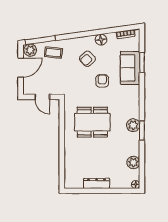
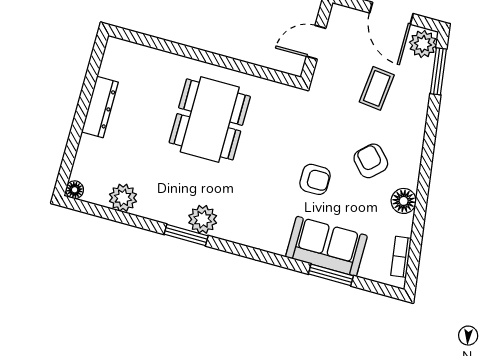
window: (40, 40) -> (438, 71), width x0.69
coffee table: (53, 53) -> (377, 88), moved
dining table: (92, 122) -> (210, 119), moved

